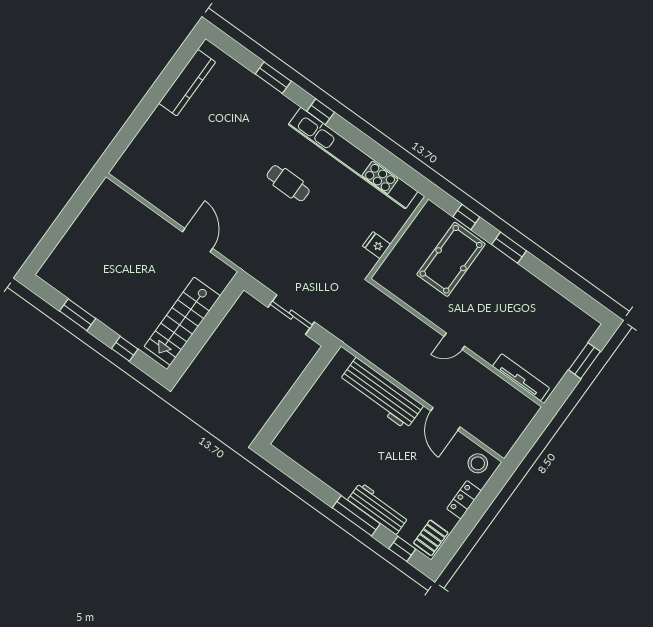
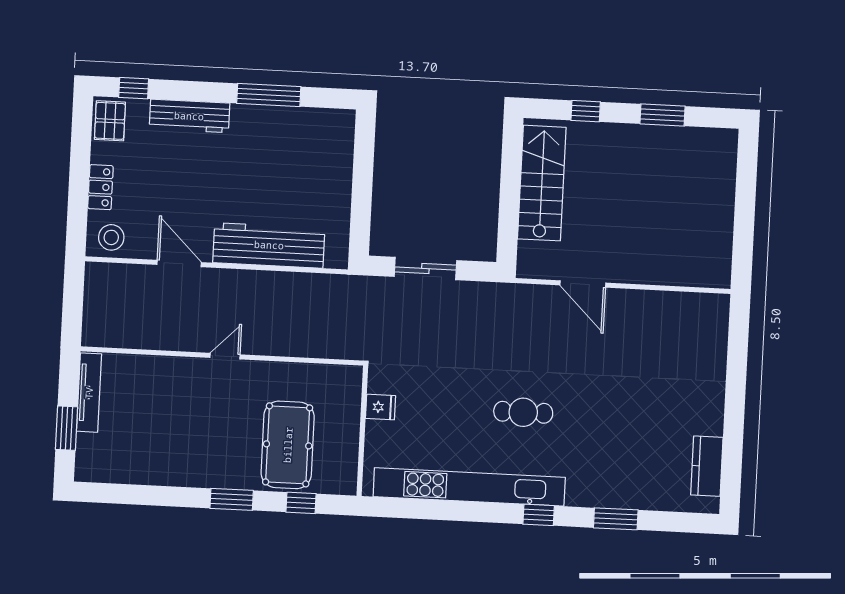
kitchen counter: (187, 83) -> (707, 466), width x0.67
tv unit: (521, 377) -> (89, 393), moved, turned -90
window: (356, 516) -> (269, 95), moved

